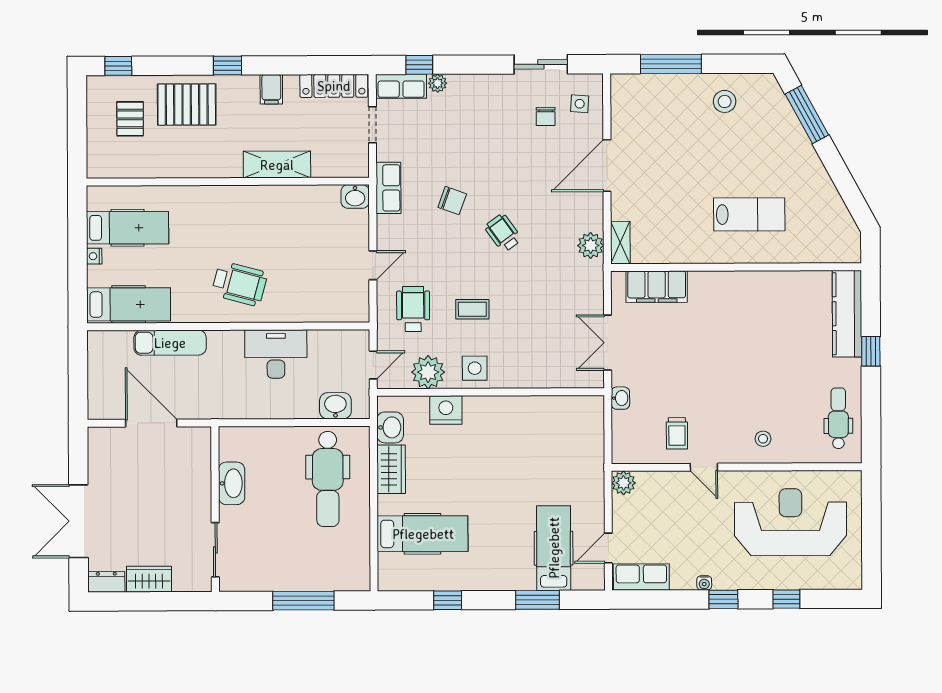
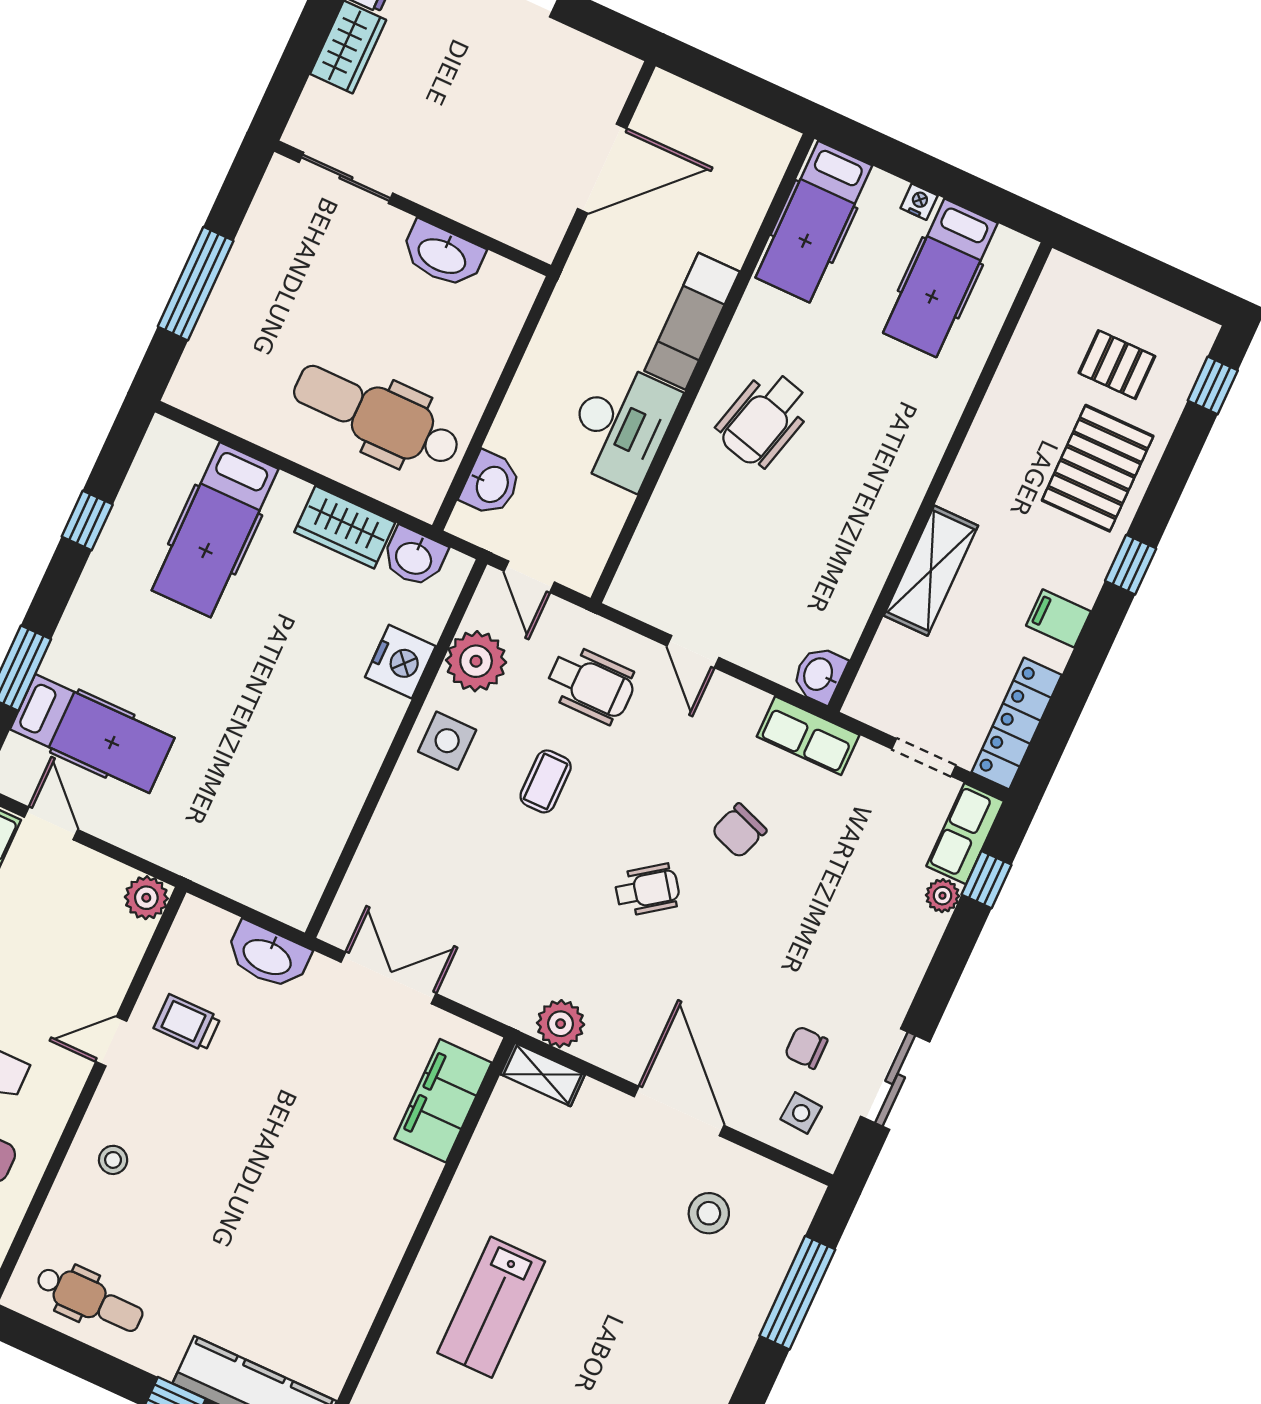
stool: (725, 101) -> (709, 1213), moved
exam couch: (170, 343) -> (692, 321), moved
washbasin: (620, 398) -> (268, 956), width x1.91, depth x1.45

